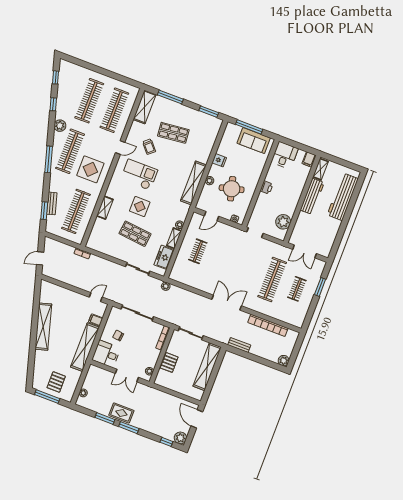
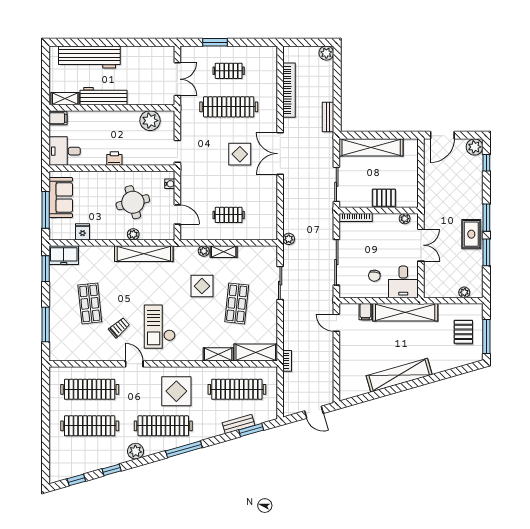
shelving: (145, 107) -> (256, 352), moved
fridge: (219, 160) -> (83, 232), moved
display table: (140, 207) -> (202, 286), moved
freezer: (164, 257) -> (64, 255), moved
display table: (237, 275) -> (240, 154), added
pallet: (56, 382) -> (463, 332), turned 90

